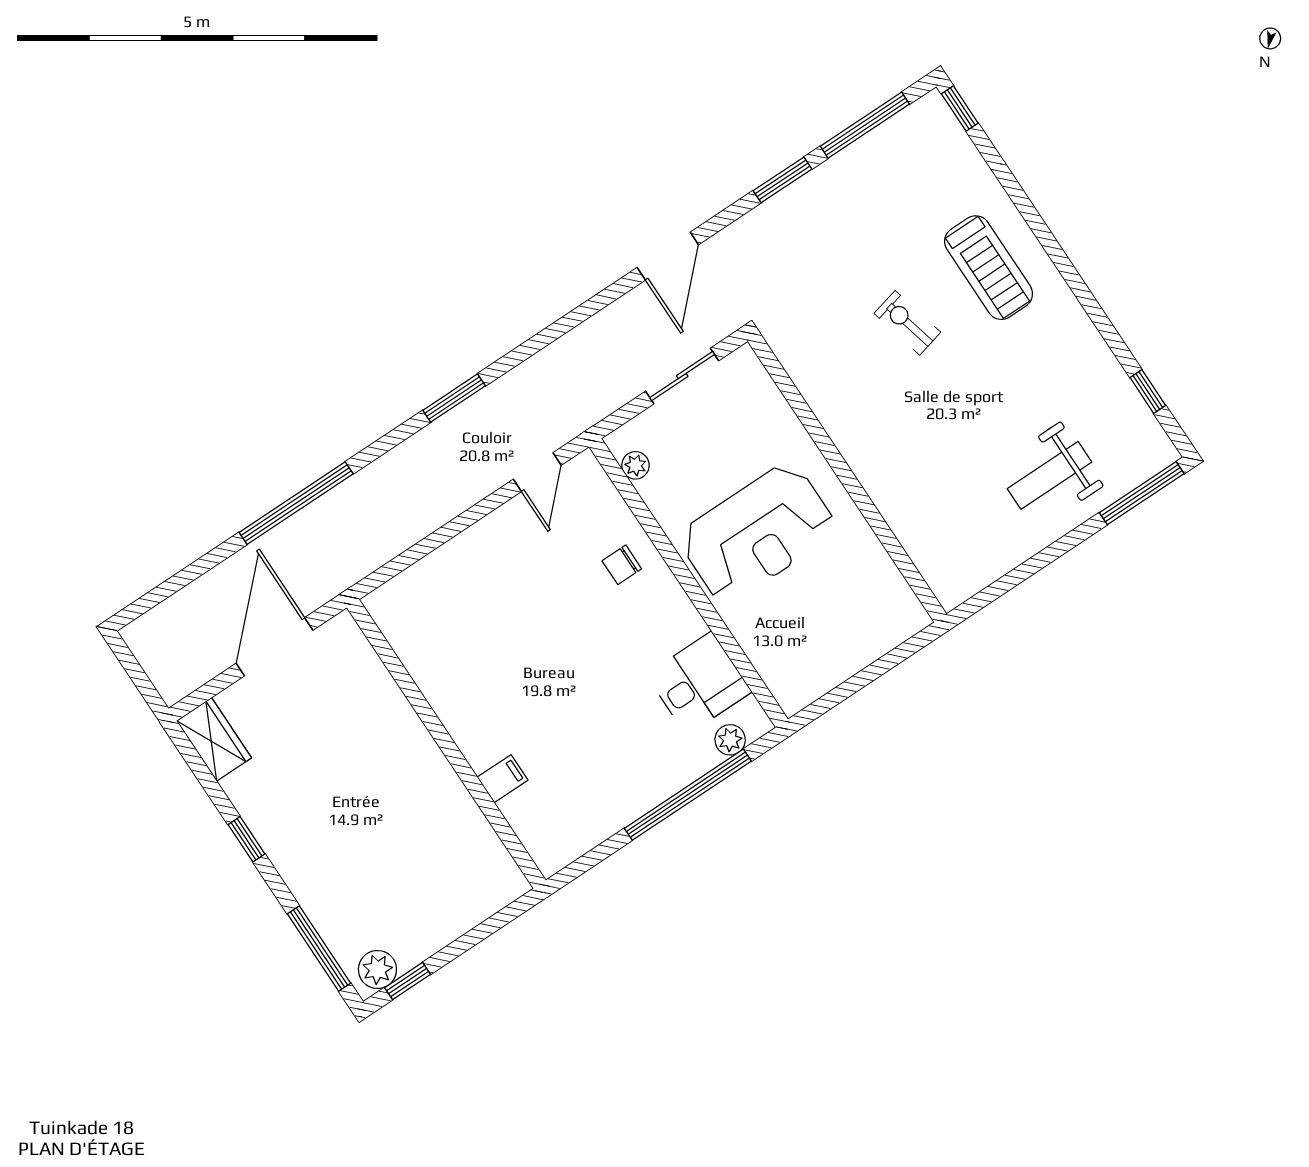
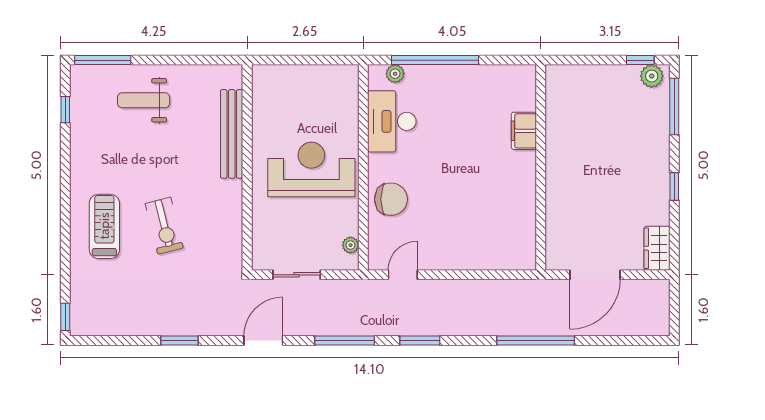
window: (865, 125) -> (345, 340), moved
exercise bike: (907, 323) -> (164, 226), width x1.38, depth x1.39
weight bench: (1050, 475) -> (144, 100), turned 180
bench: (899, 509) -> (232, 134), added
chair: (622, 565) -> (391, 199), width x1.87, depth x1.87
desk: (699, 683) -> (392, 121), width x1.37
filing cabinet: (503, 779) -> (524, 131), width x2.00

